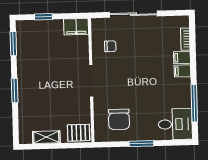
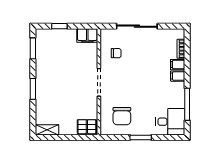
shelving: (46, 137) -> (47, 130), moved

